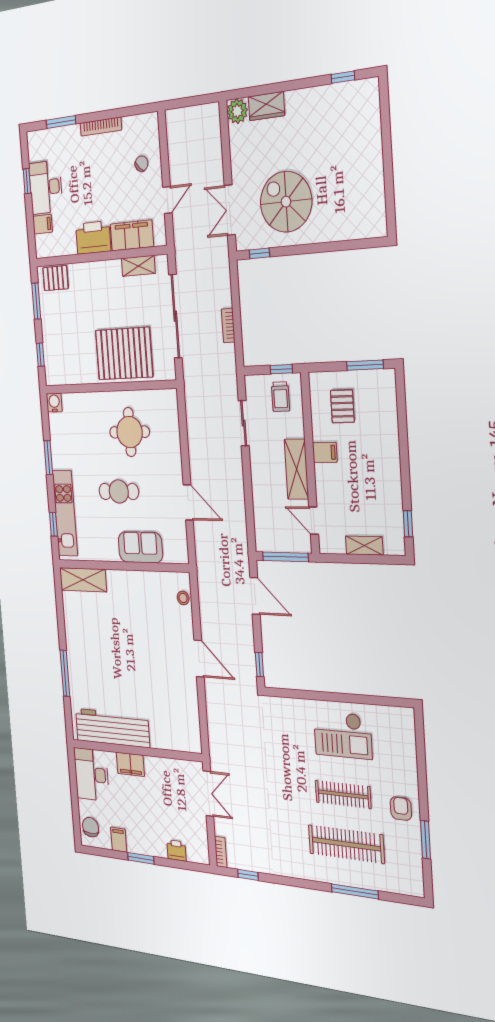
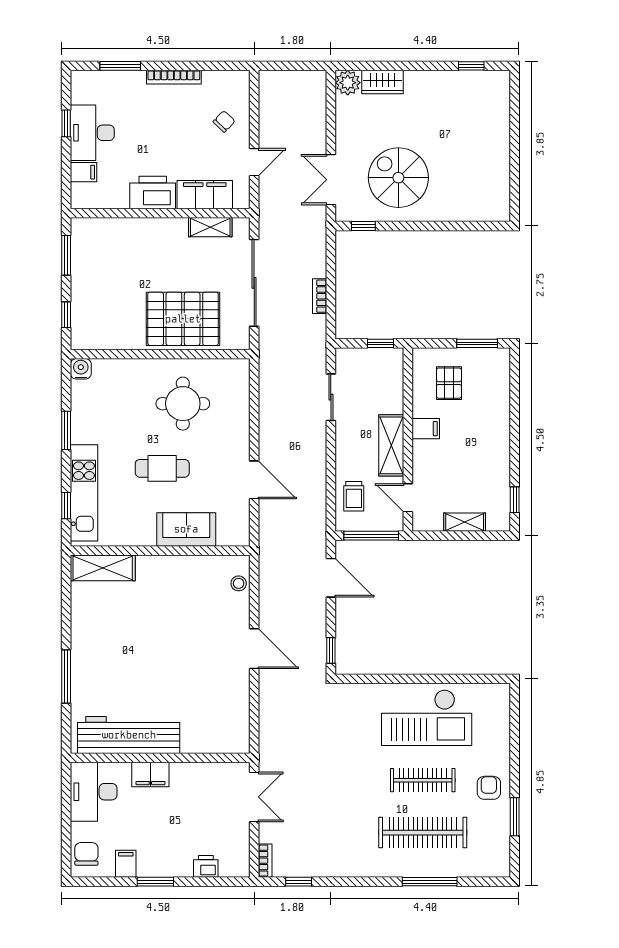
pallet: (56, 278) -> (96, 232), removed
trolley: (281, 397) -> (354, 496), moved
checkout: (343, 735) -> (427, 718), width x1.36, depth x1.21

